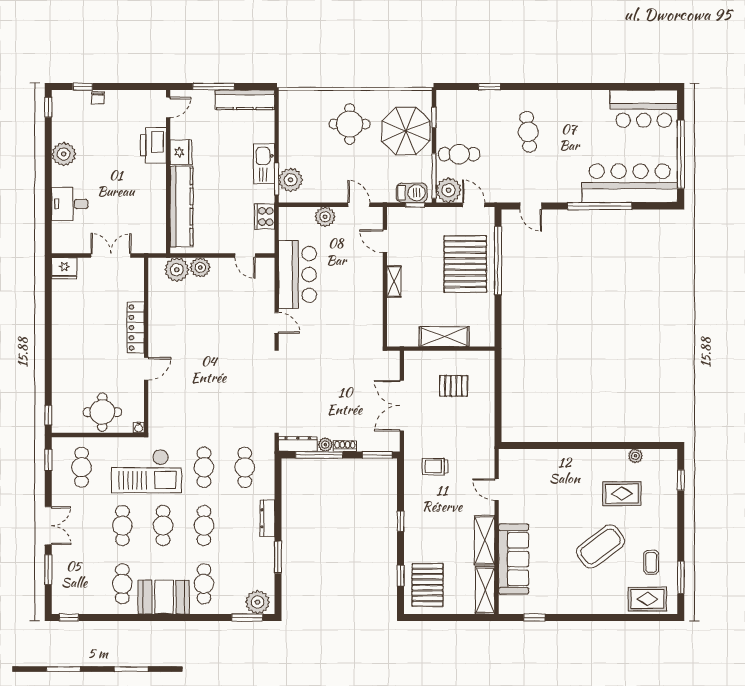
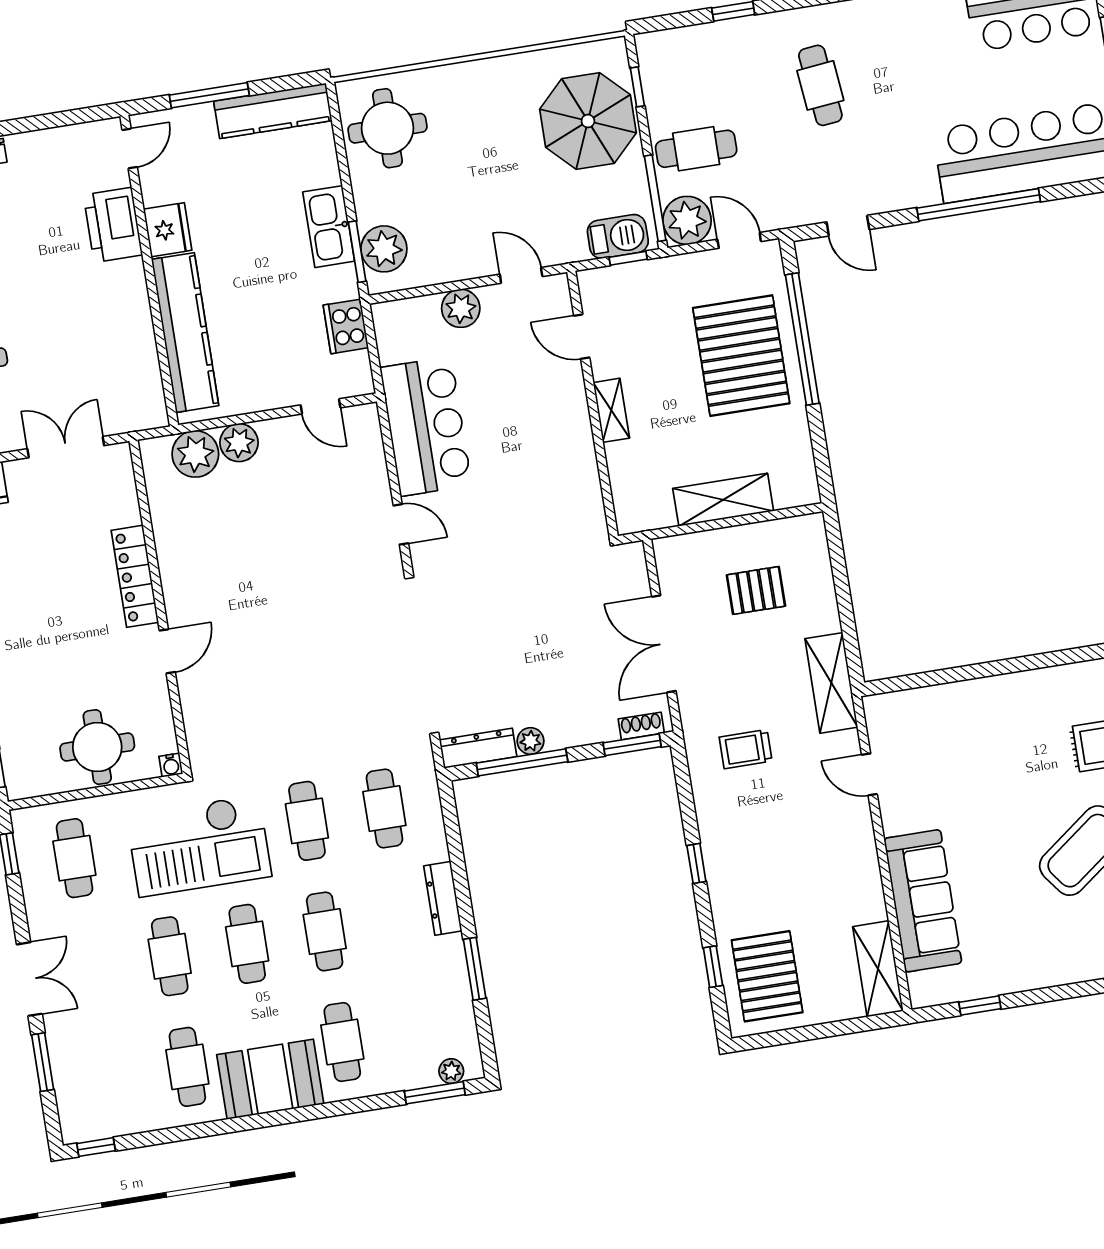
round table: (350, 124) -> (387, 128), moved
shoe rack: (345, 446) -> (641, 726), moved
shelving: (485, 540) -> (831, 683), moved
plant: (257, 602) -> (451, 1071), width x0.53, depth x0.53

